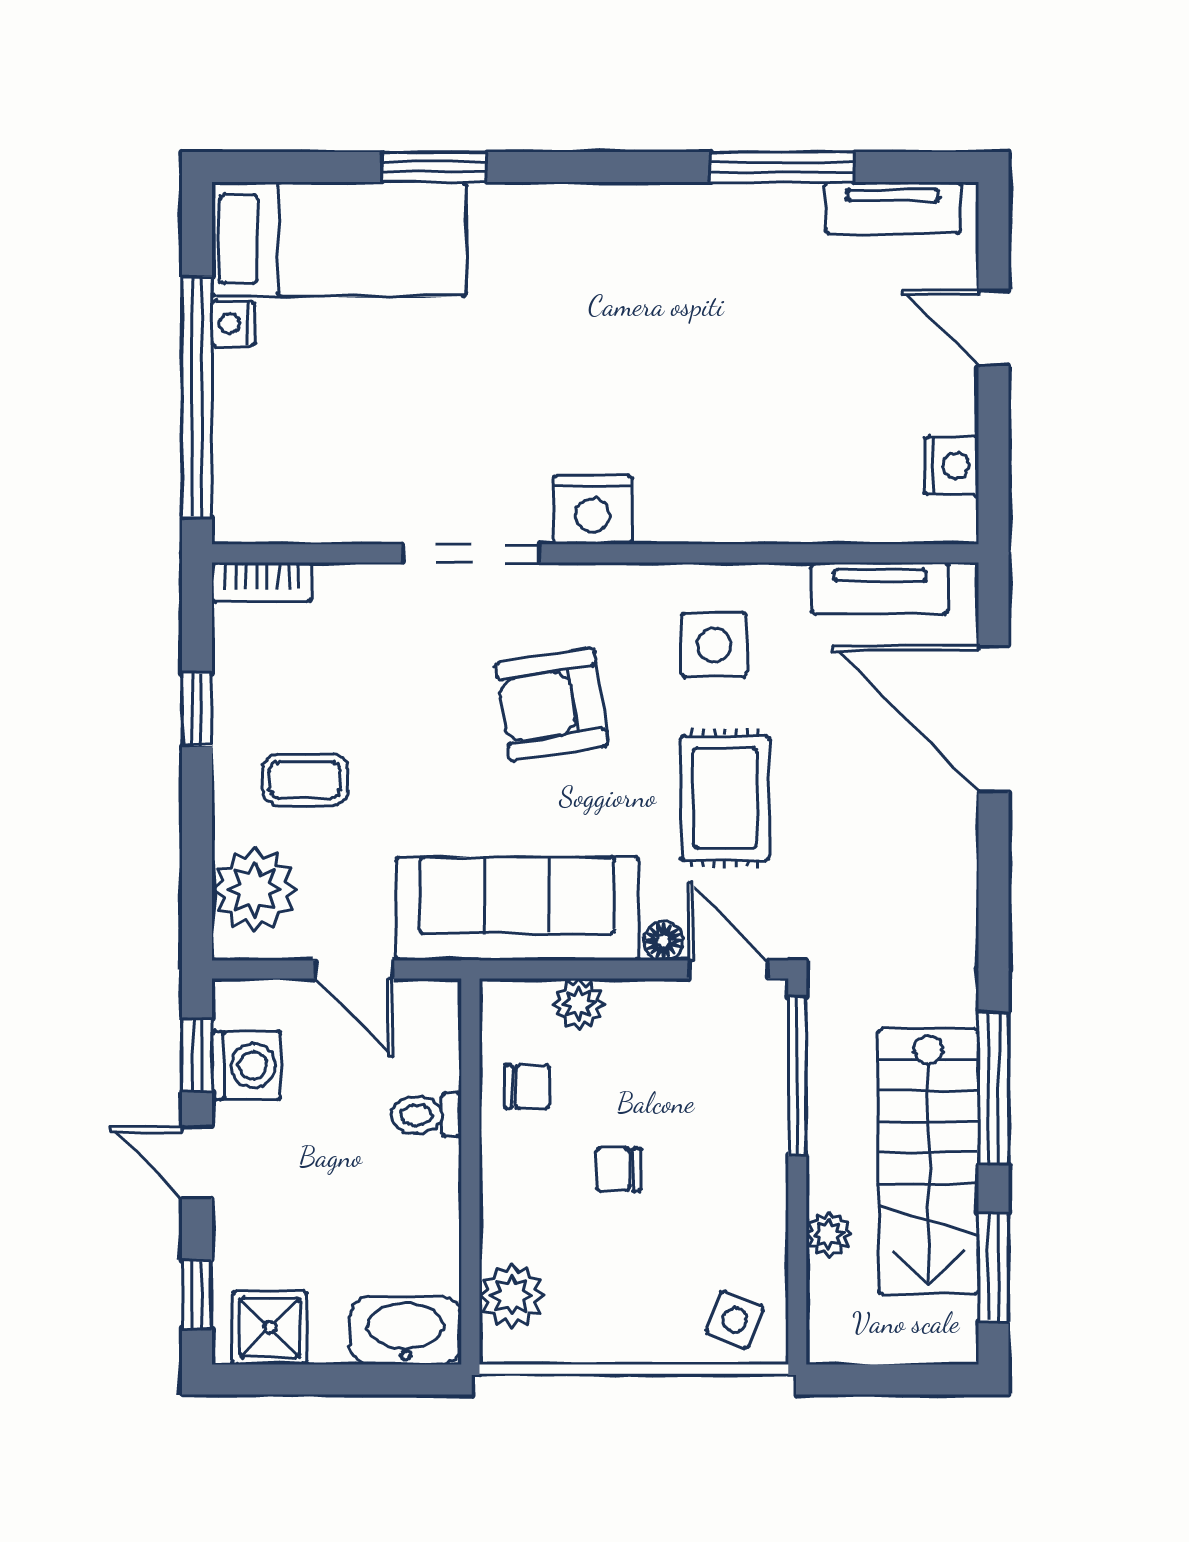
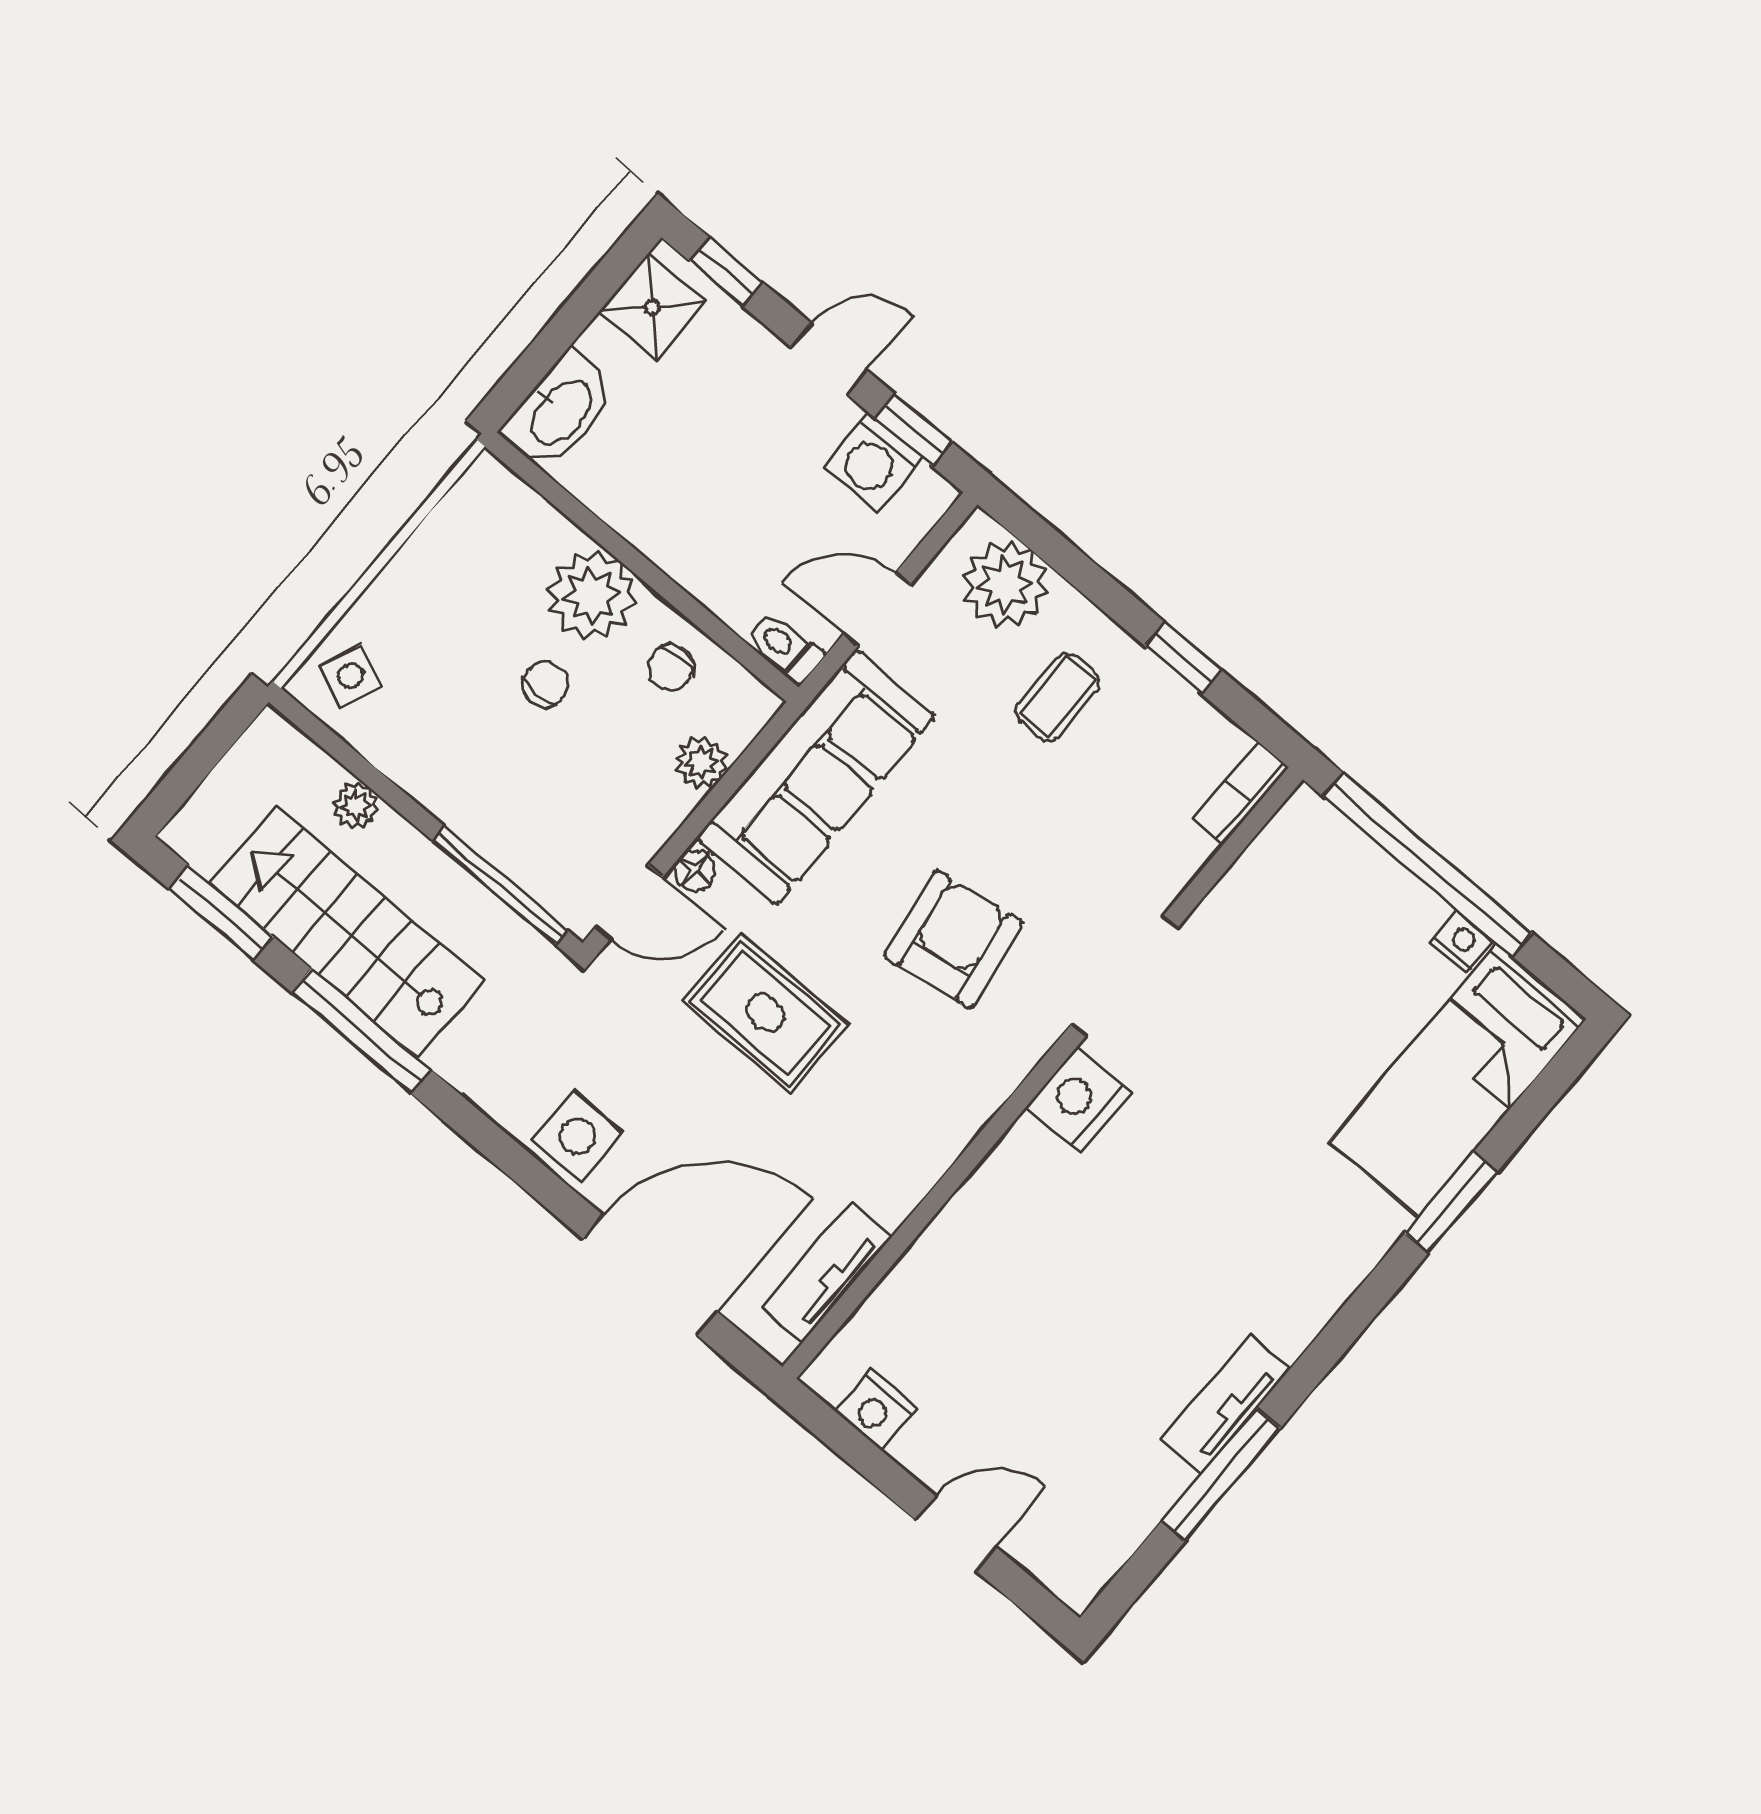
tv unit: (893, 208) -> (1226, 1404), moved
side table: (714, 645) -> (578, 1136), moved
toilet: (426, 1115) -> (785, 647), moved, turned -90
plant: (512, 1296) -> (591, 596), moved, width x1.36, depth x1.36

